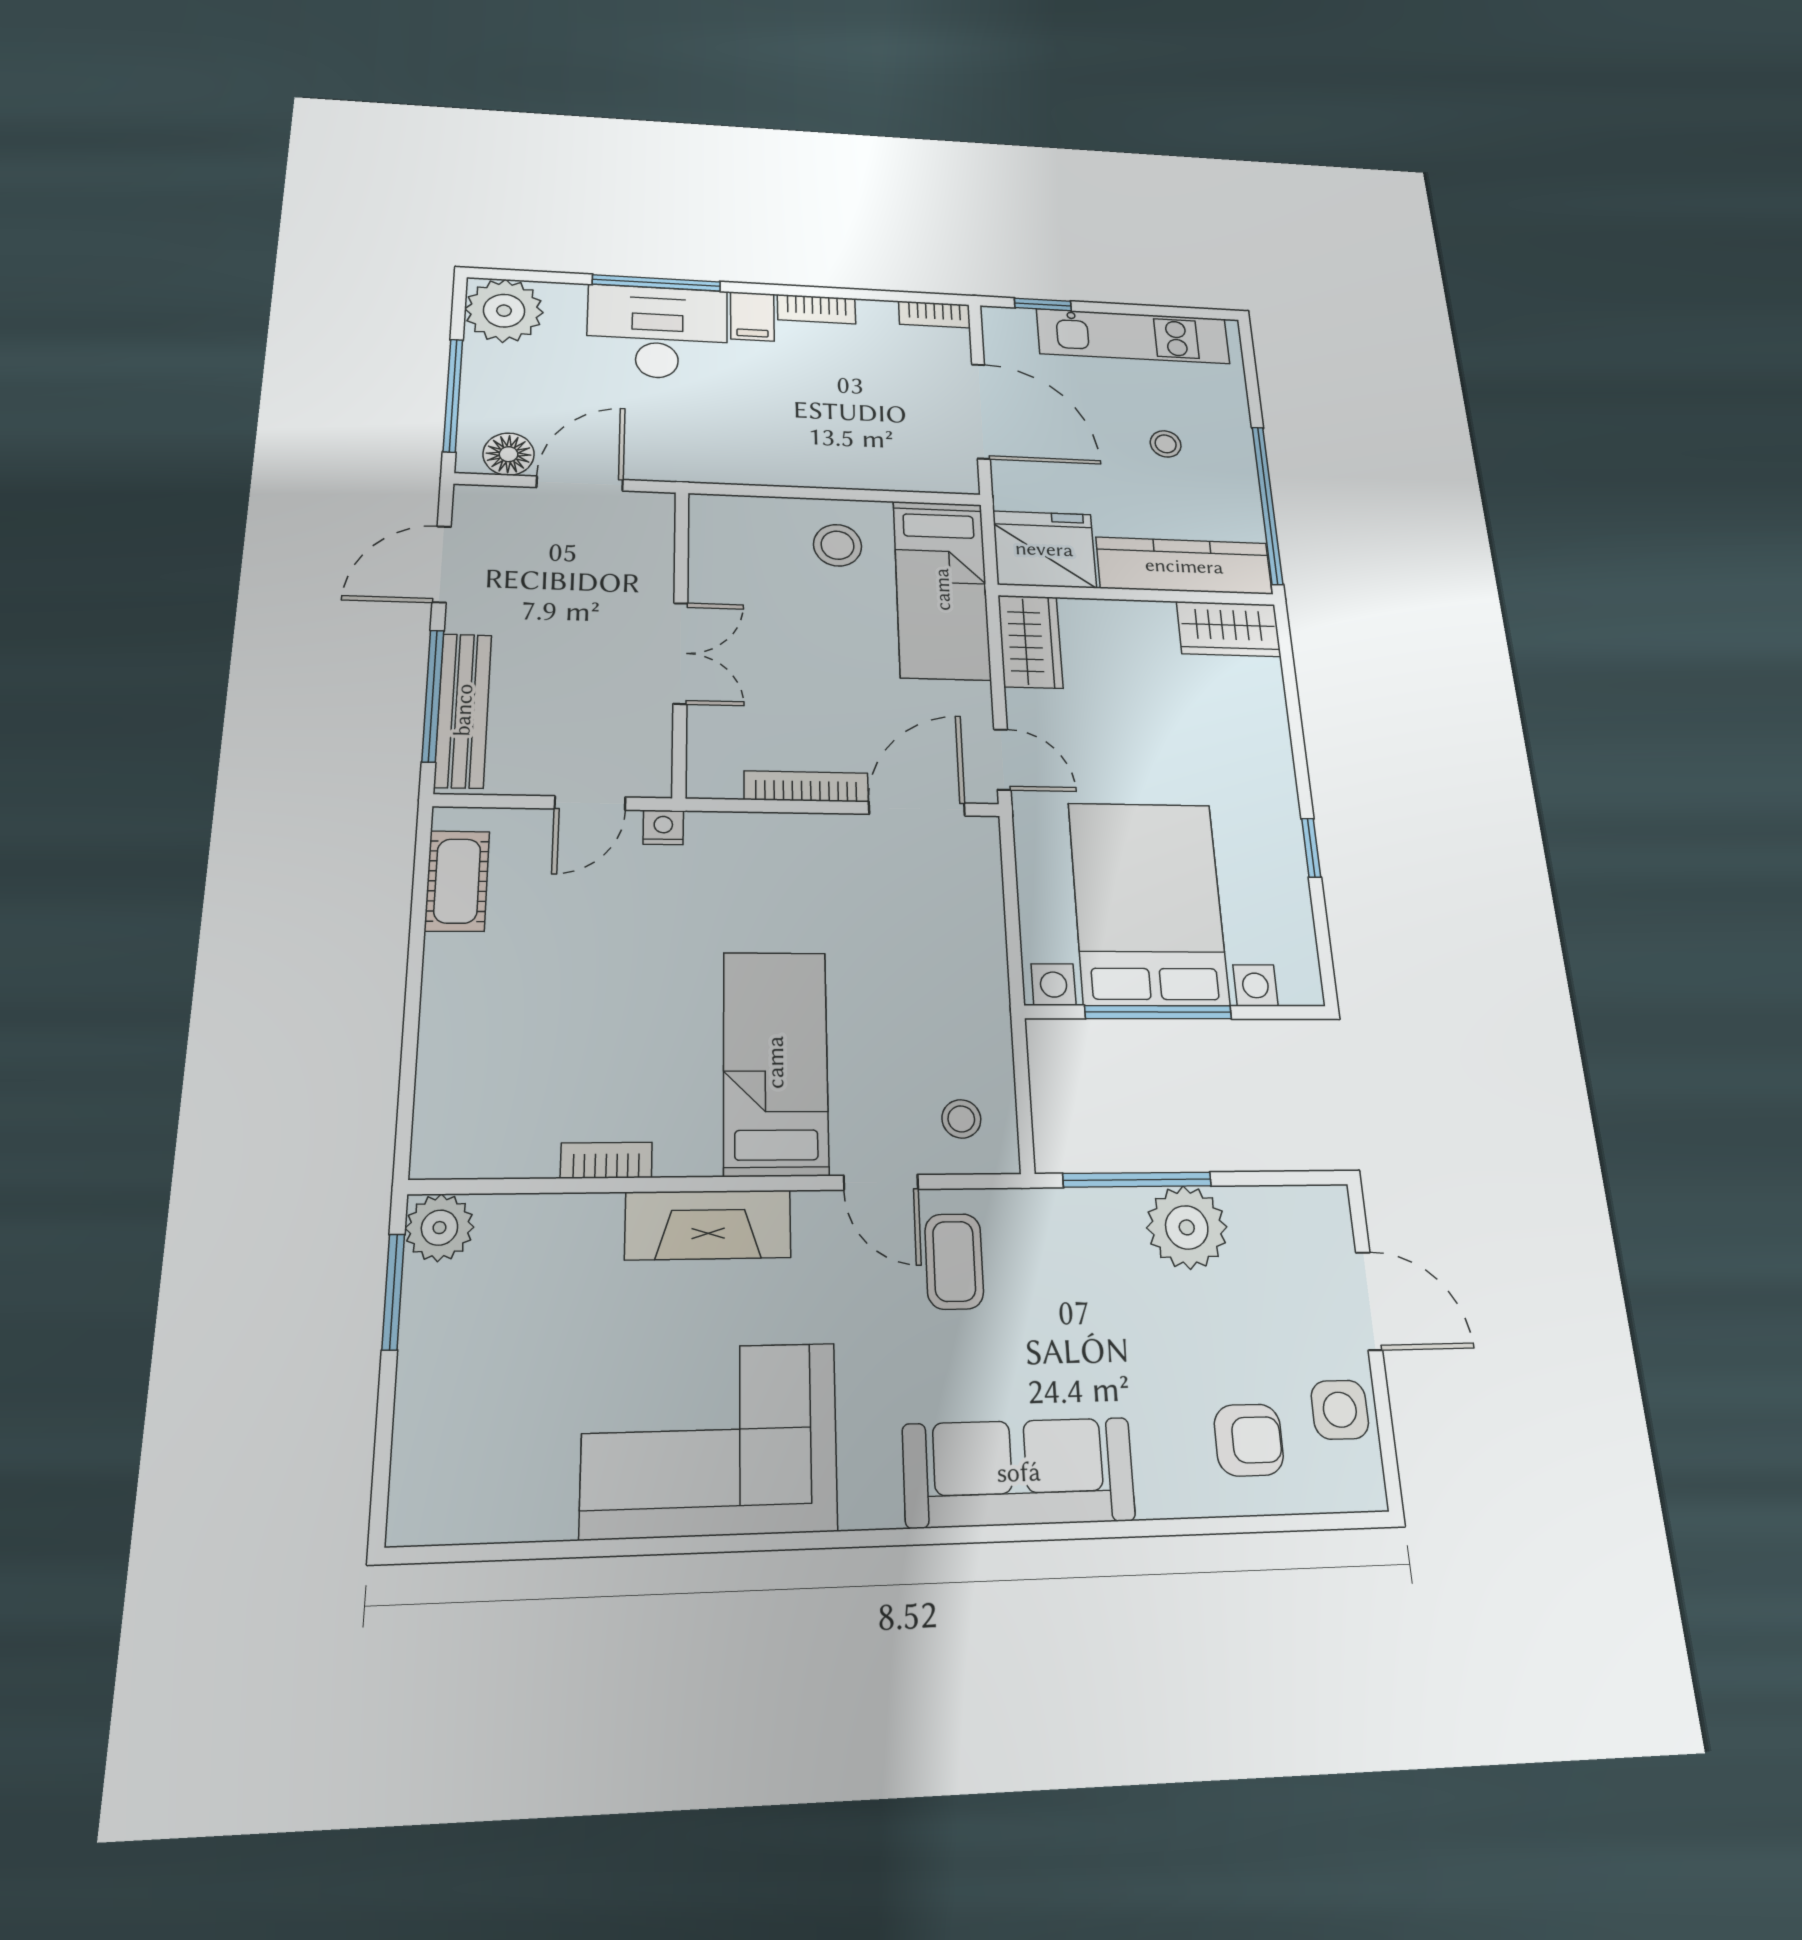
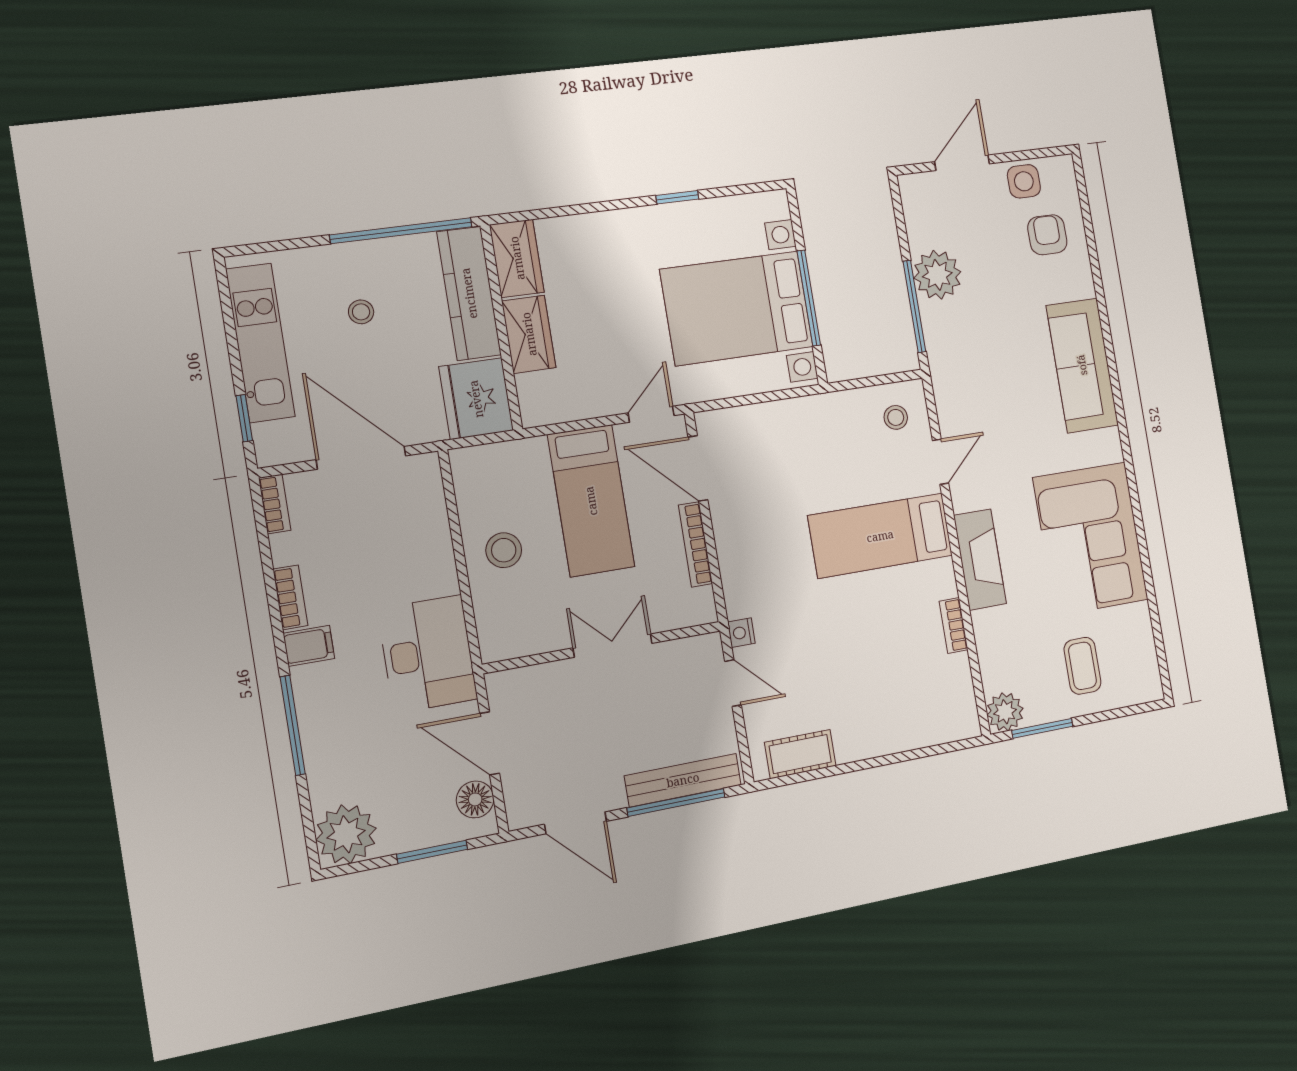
desk: (657, 332) -> (428, 654), moved, turned 180
window: (453, 395) -> (432, 852), width x0.69
door: (981, 411) -> (361, 458), hinge flipped
bed: (942, 589) -> (591, 501), moved, turned 90
wardrobe: (1030, 642) -> (529, 334), moved, turned 90
coffee table: (954, 1261) -> (1082, 666), moved, turned 90

